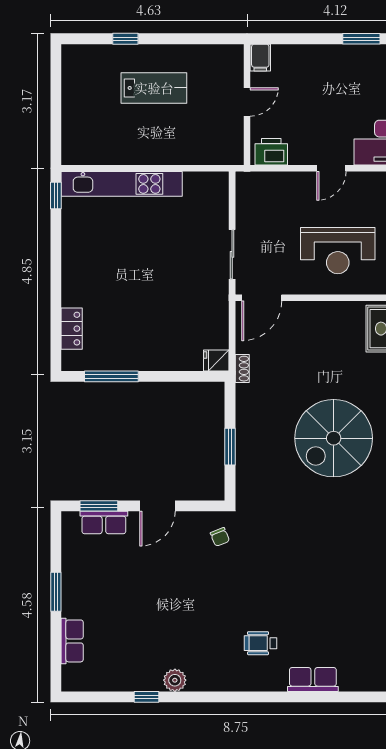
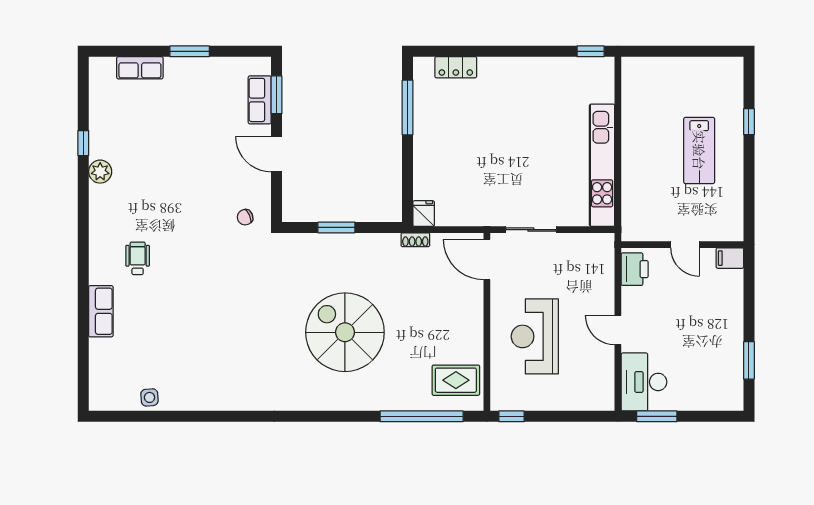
kitchen unit: (122, 184) -> (602, 165), moved

